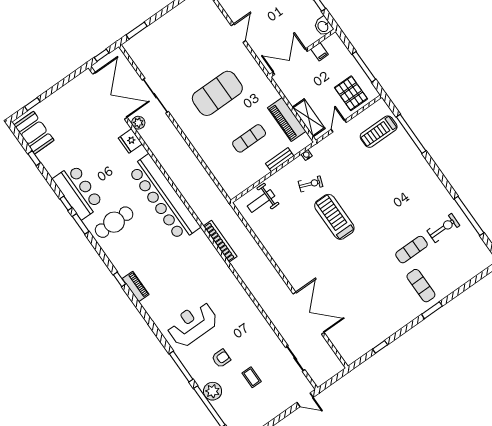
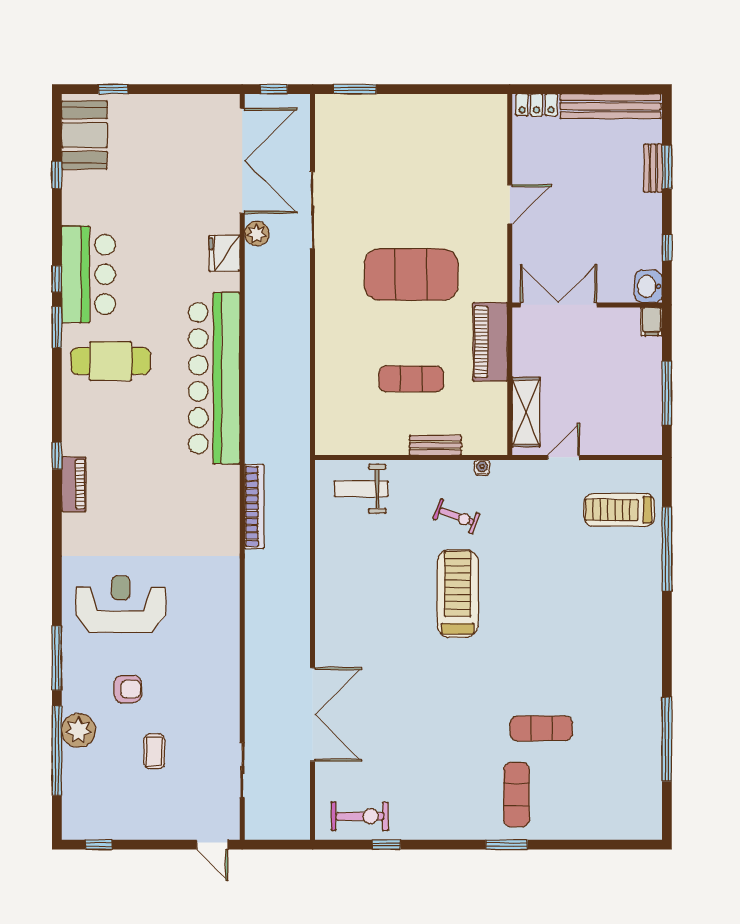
filing cabinet: (320, 52) -> (652, 322), moved
pallet: (351, 93) -> (618, 420), removed
piano: (287, 119) -> (490, 342), moved
exercise bike: (443, 228) -> (360, 816), moved

